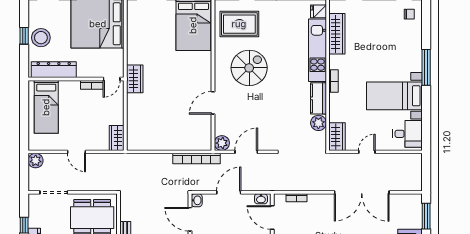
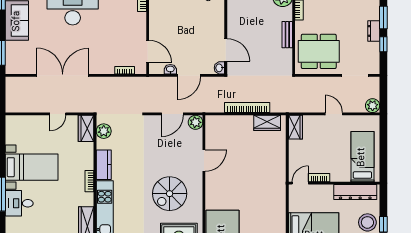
wardrobe: (135, 79) -> (267, 123), moved, turned -90
plant: (318, 123) -> (104, 131), moved
desk: (407, 134) -> (19, 203), moved
bookcase: (197, 159) -> (247, 107), moved
washbasin: (261, 199) -> (170, 69), moved

